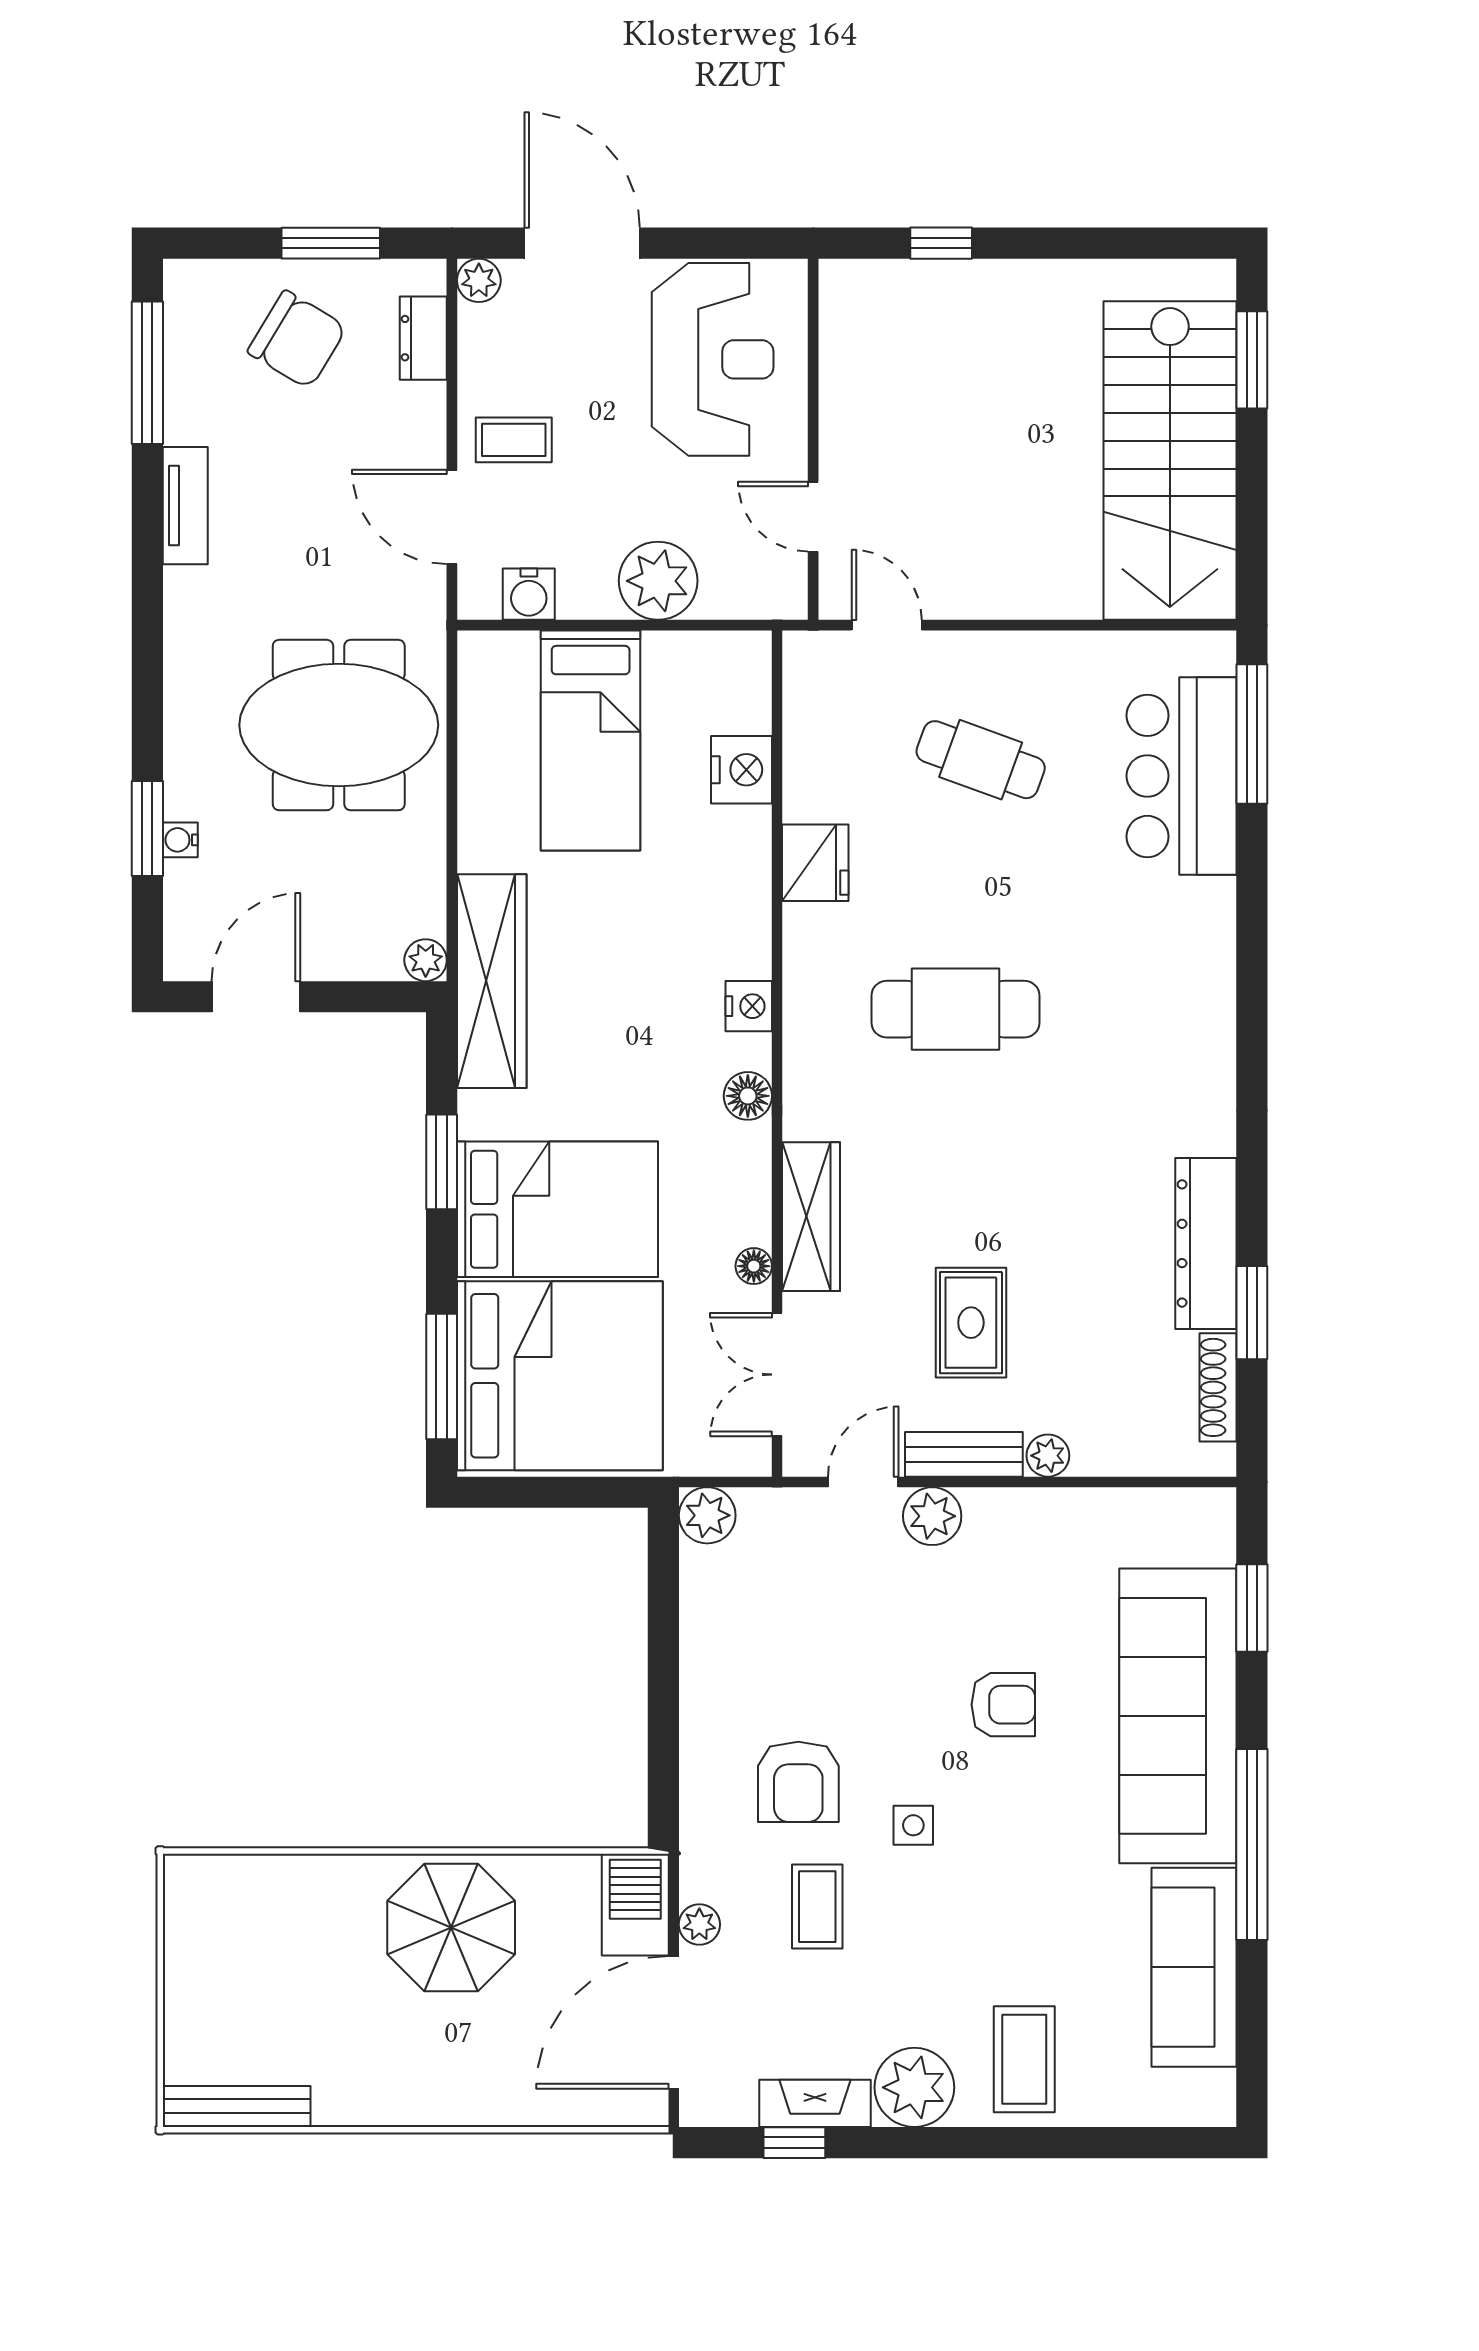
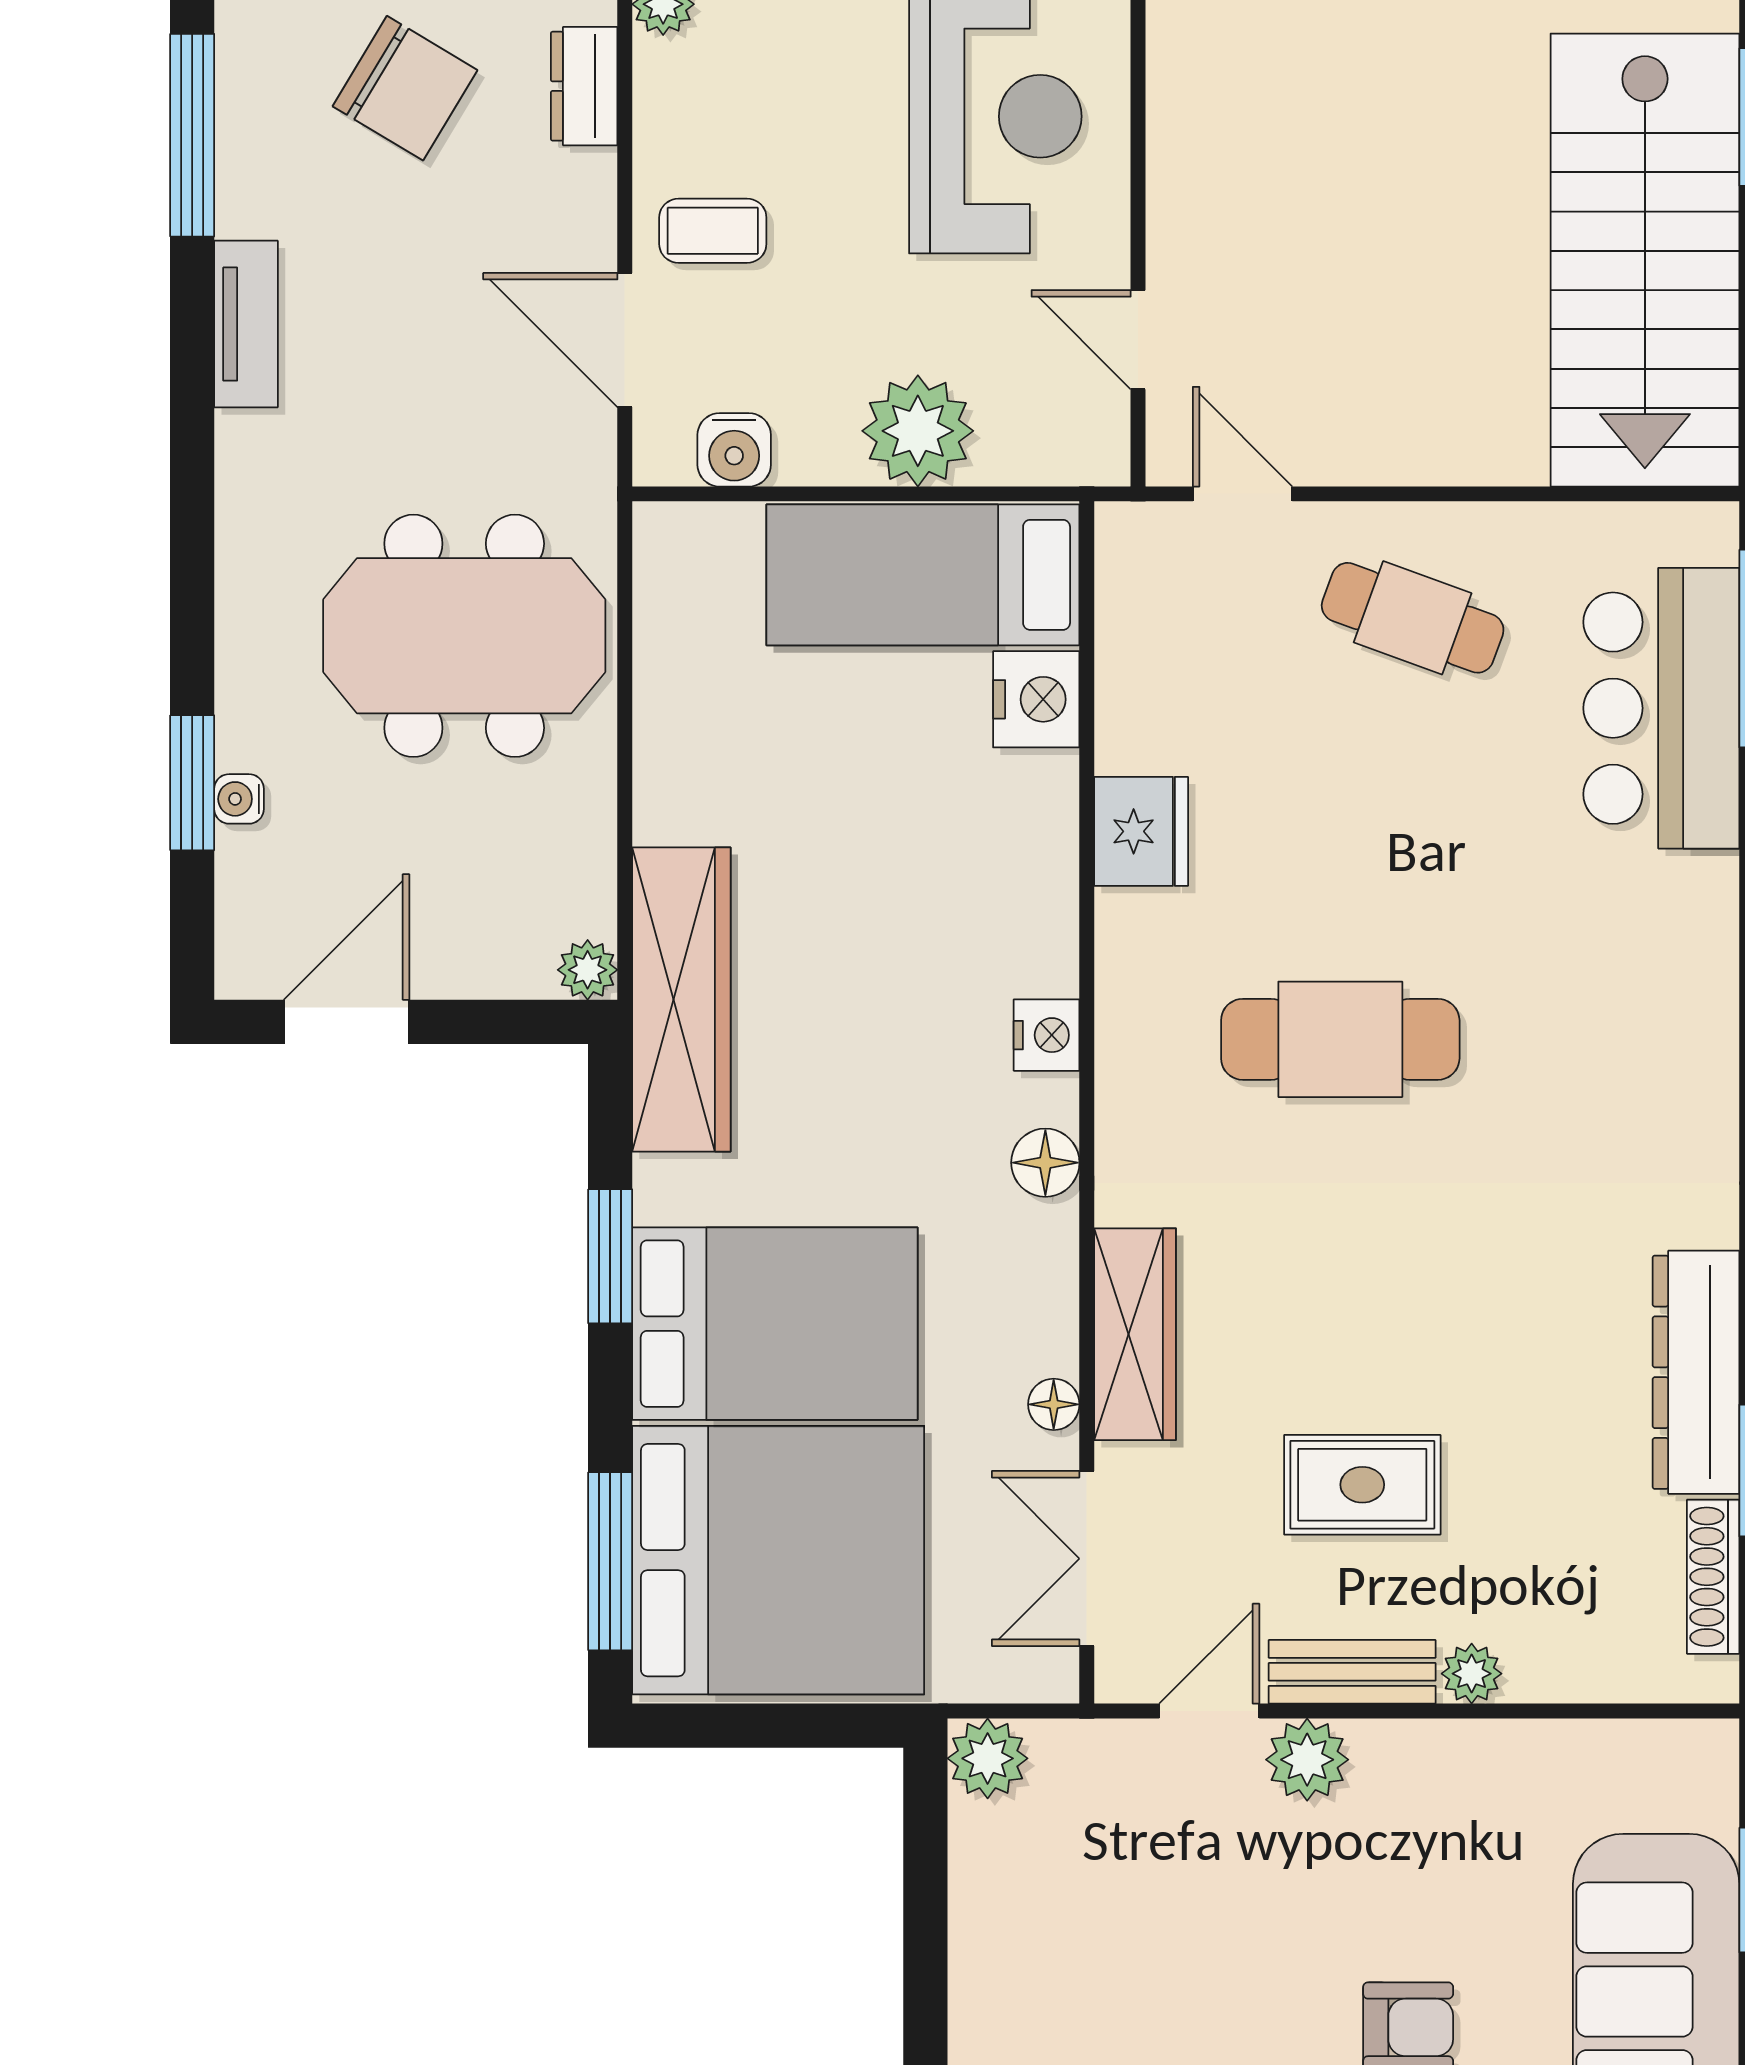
bed: (591, 740) -> (923, 575), moved, turned 90
cafe table: (981, 760) -> (1413, 618), moved
rug: (971, 1323) -> (1362, 1485), turned 90

